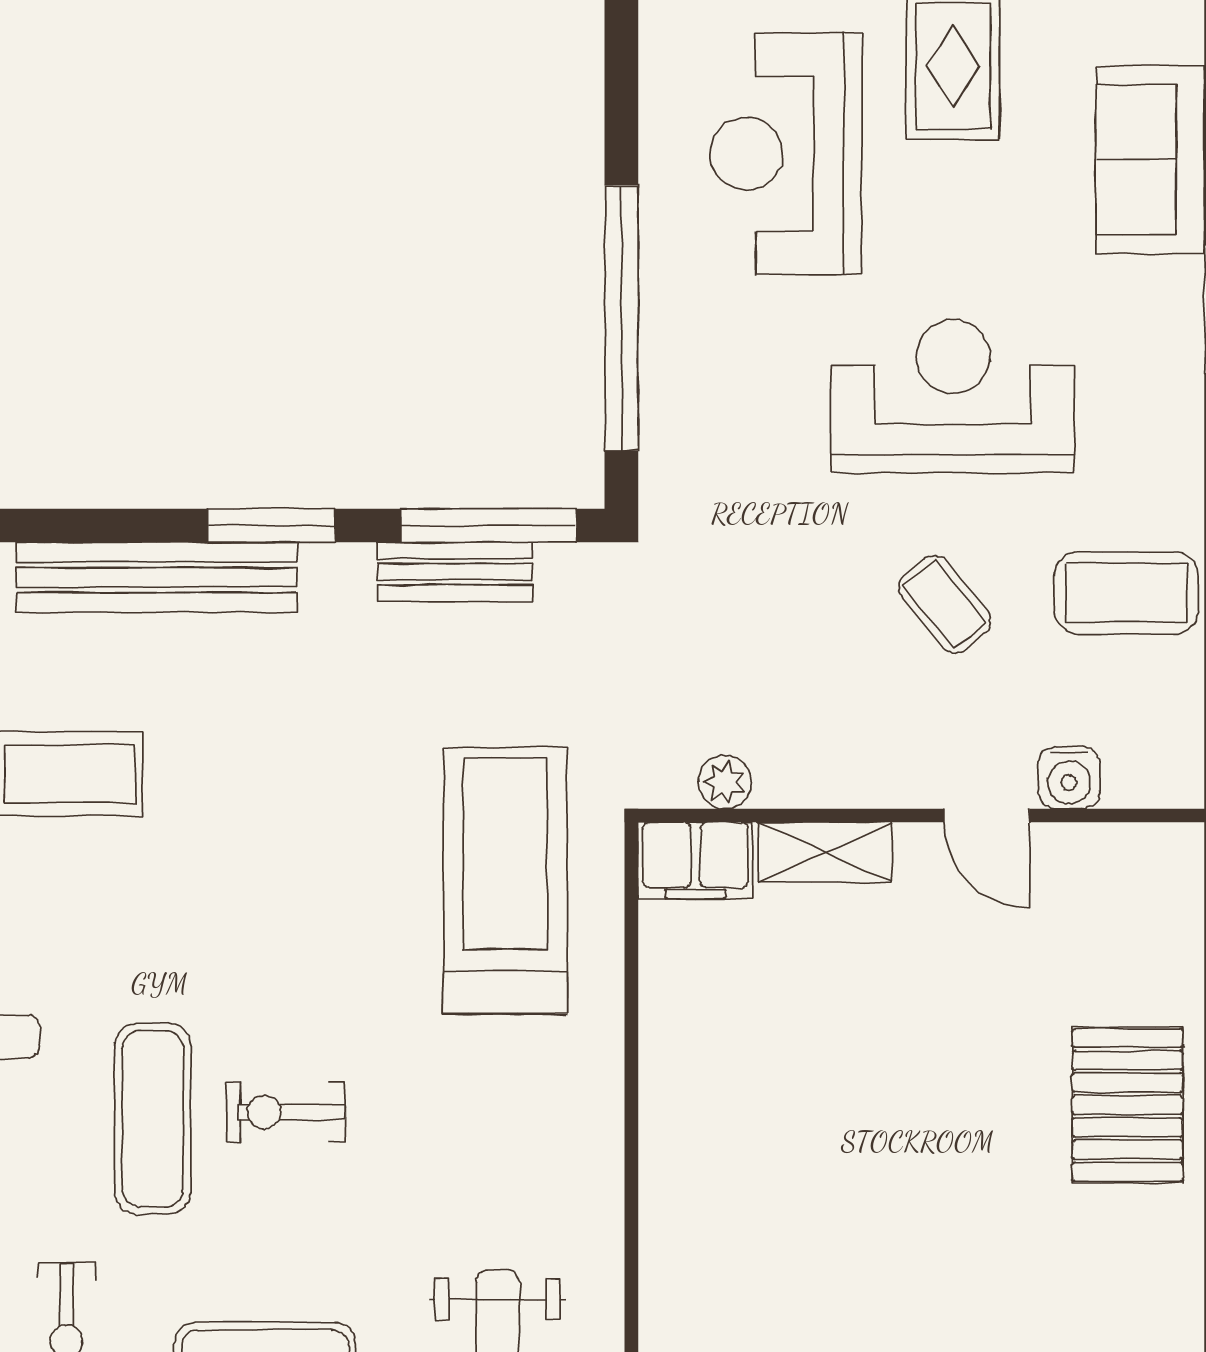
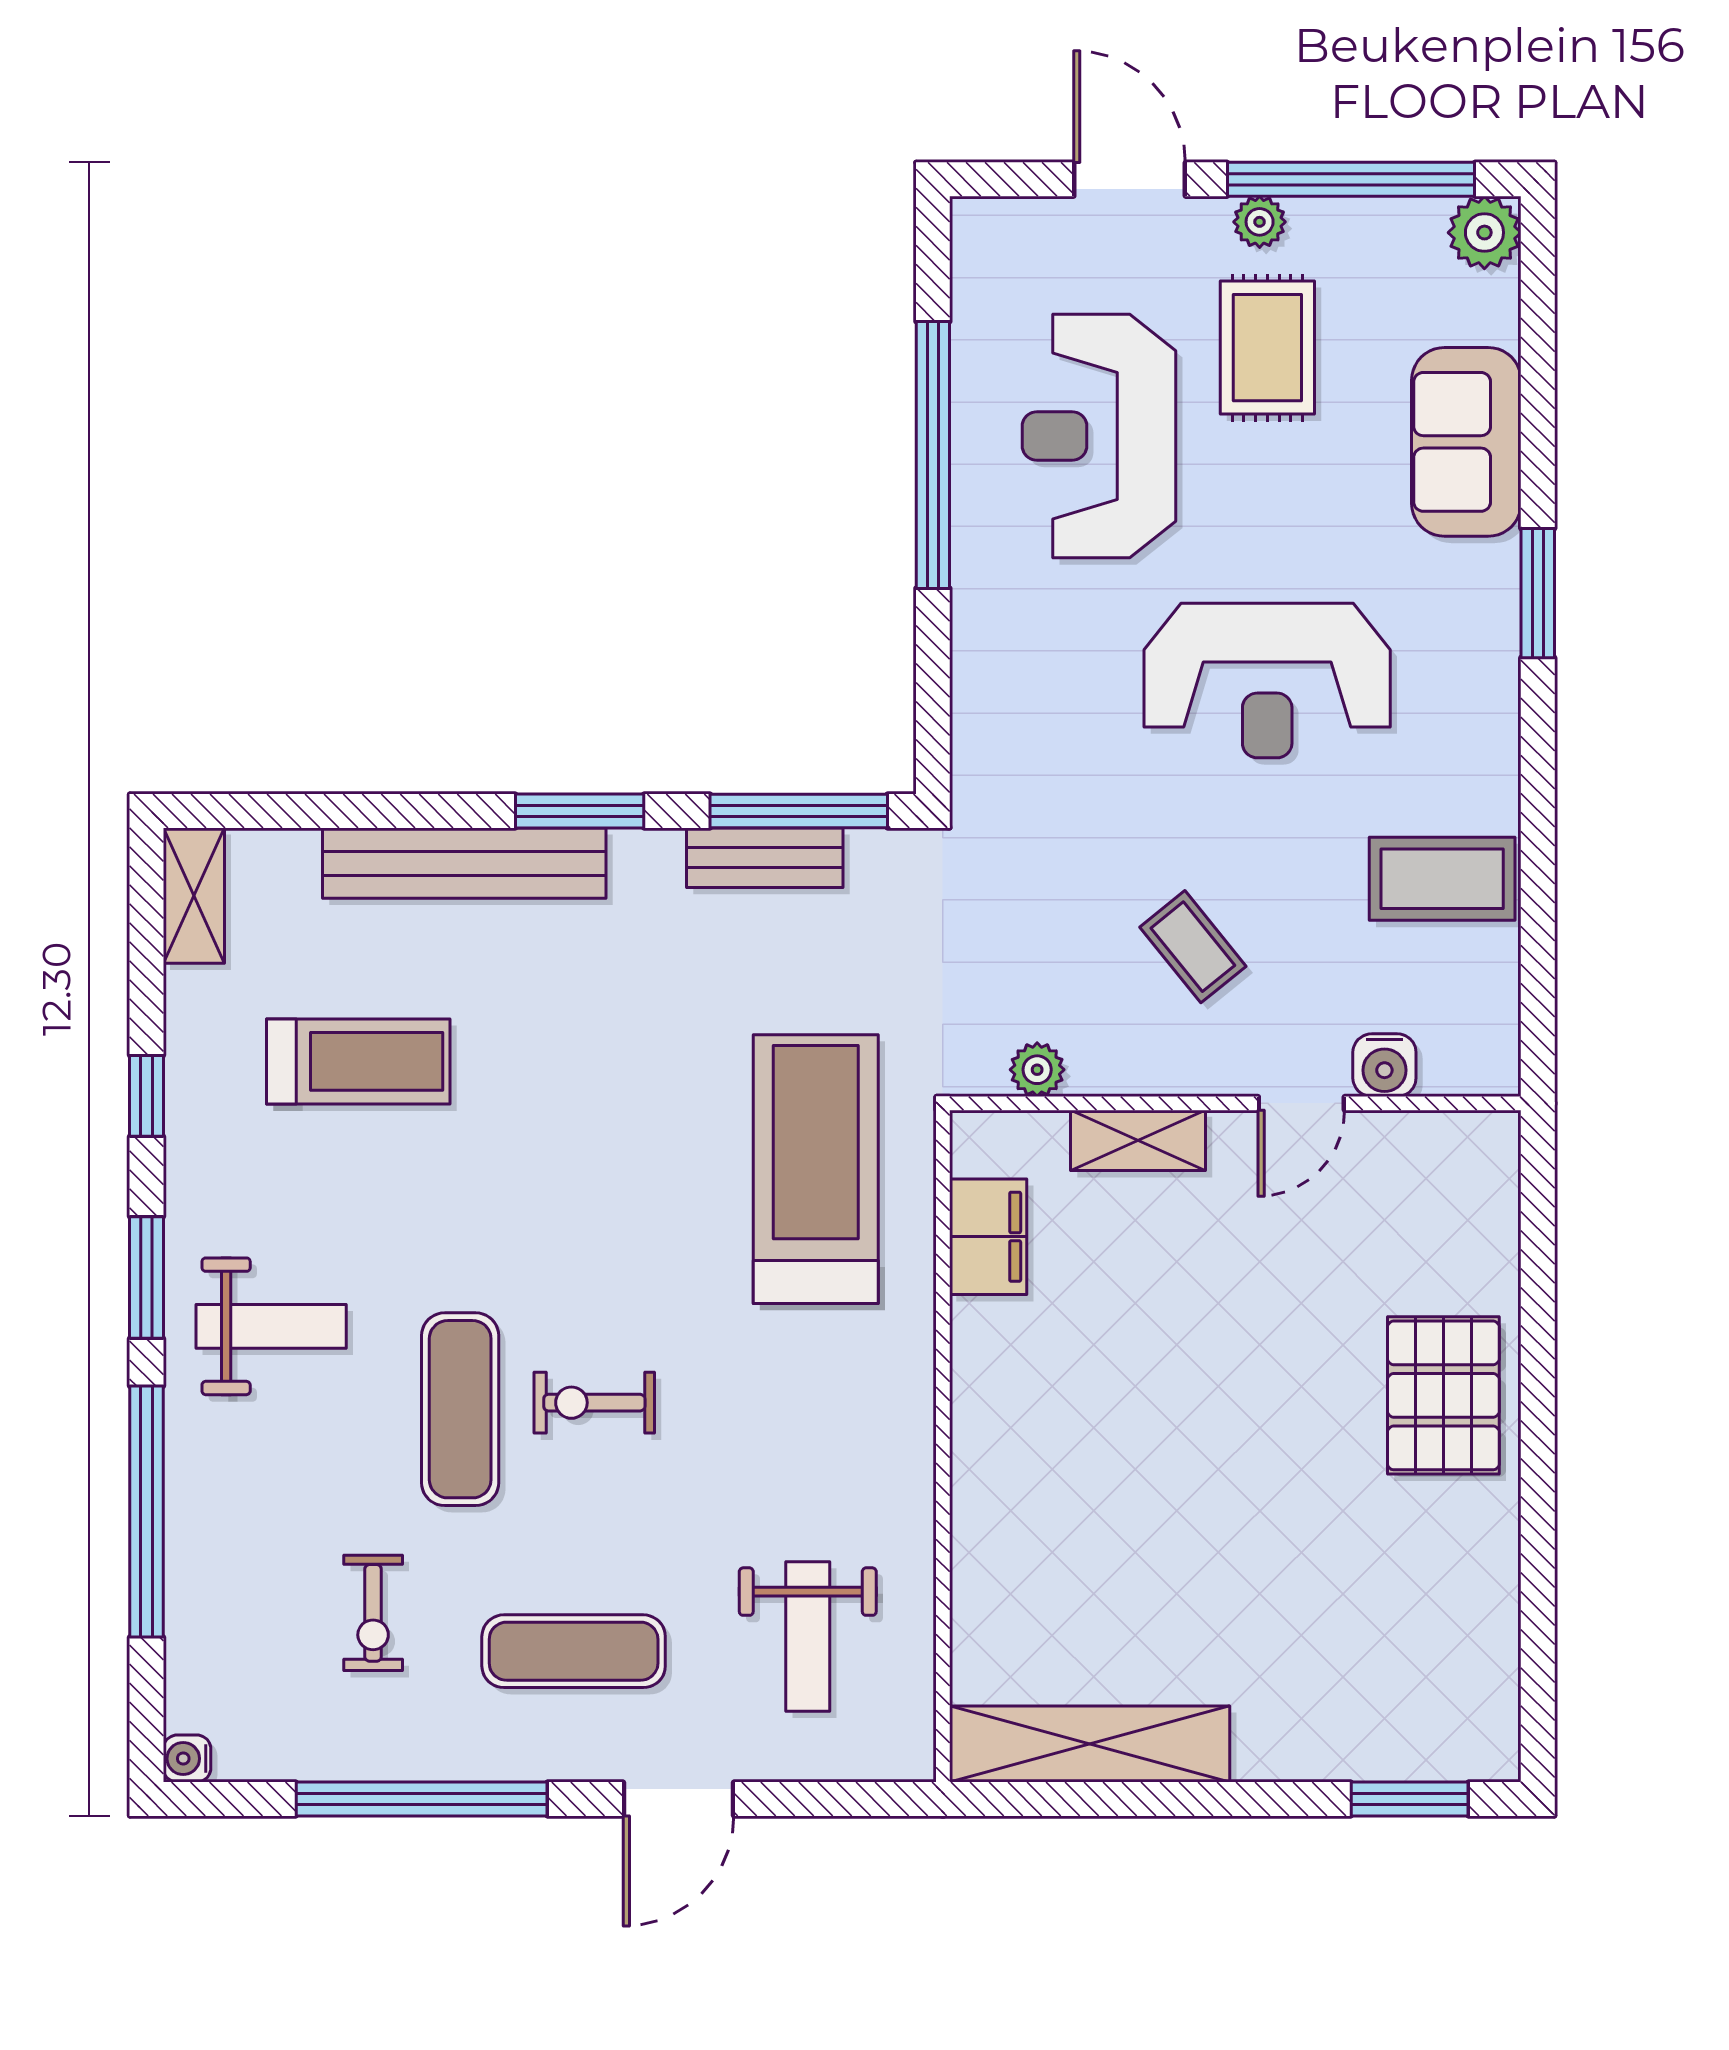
window: (621, 318) -> (933, 455), moved
reception desk: (953, 396) -> (1267, 681), turned 180
coffee table: (945, 604) -> (1193, 947), moved
door: (987, 815) -> (1301, 1103), hinge flipped
filing cabinet: (695, 860) -> (988, 1237), moved, turned -90

